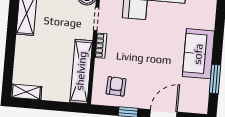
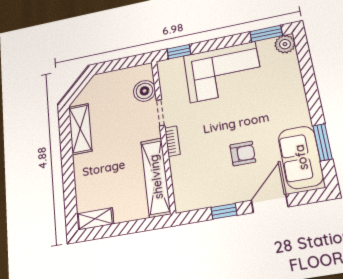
sofa: (198, 54) -> (301, 157), moved
armchair: (116, 86) -> (243, 153), moved, turned 87

